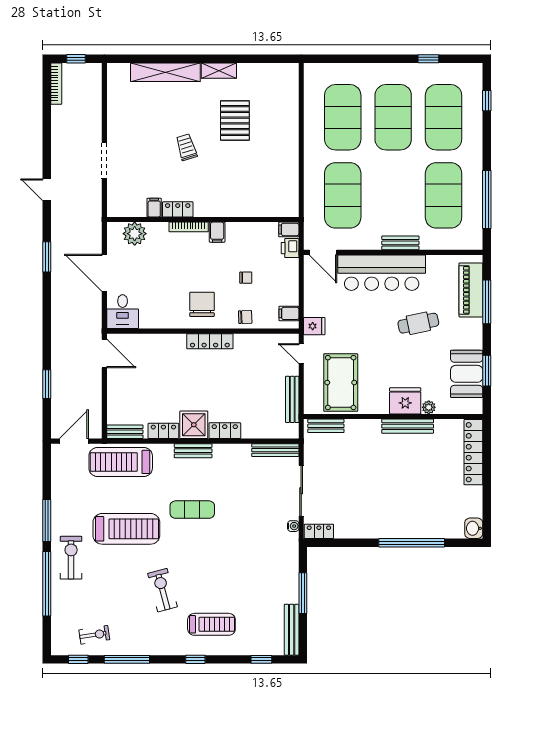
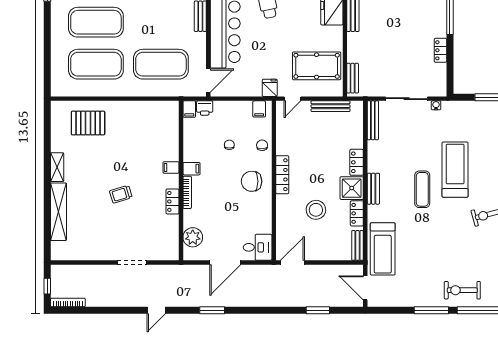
pallet: (235, 120) -> (88, 123), moved
filing cabinet: (154, 208) -> (171, 167), moved
stool: (168, 382) -> (316, 210), added
treadmill: (126, 529) -> (455, 170), moved
locker: (319, 531) -> (440, 50), moved

